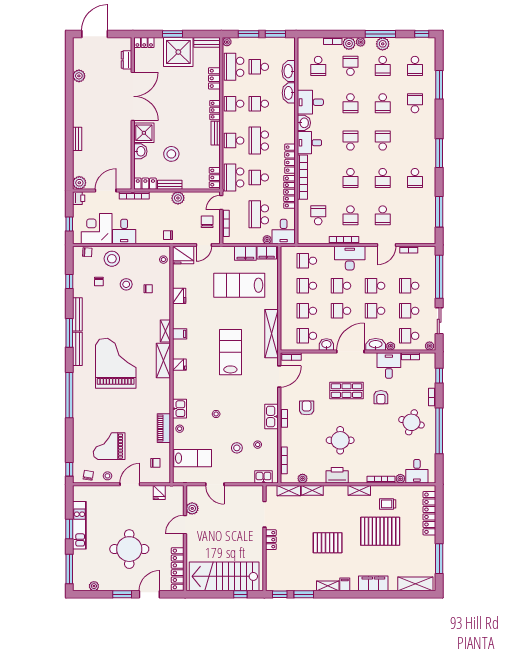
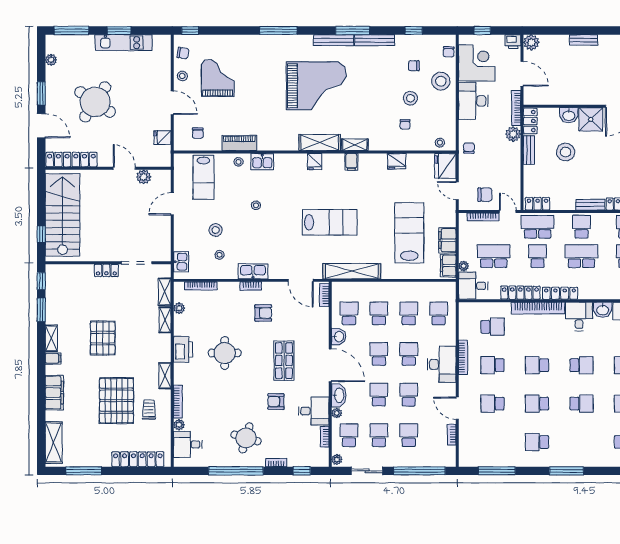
plant: (178, 198) -> (513, 134), moved
desk: (124, 231) -> (473, 101), width x1.37
window: (69, 395) -> (278, 31), width x0.68
round table: (129, 549) -> (95, 102), turned 34

